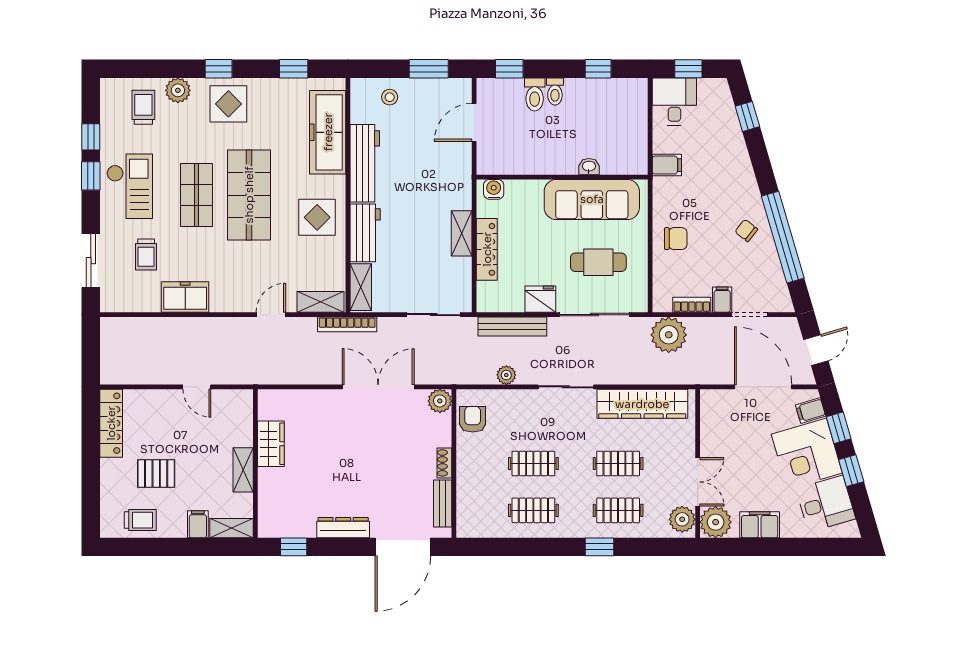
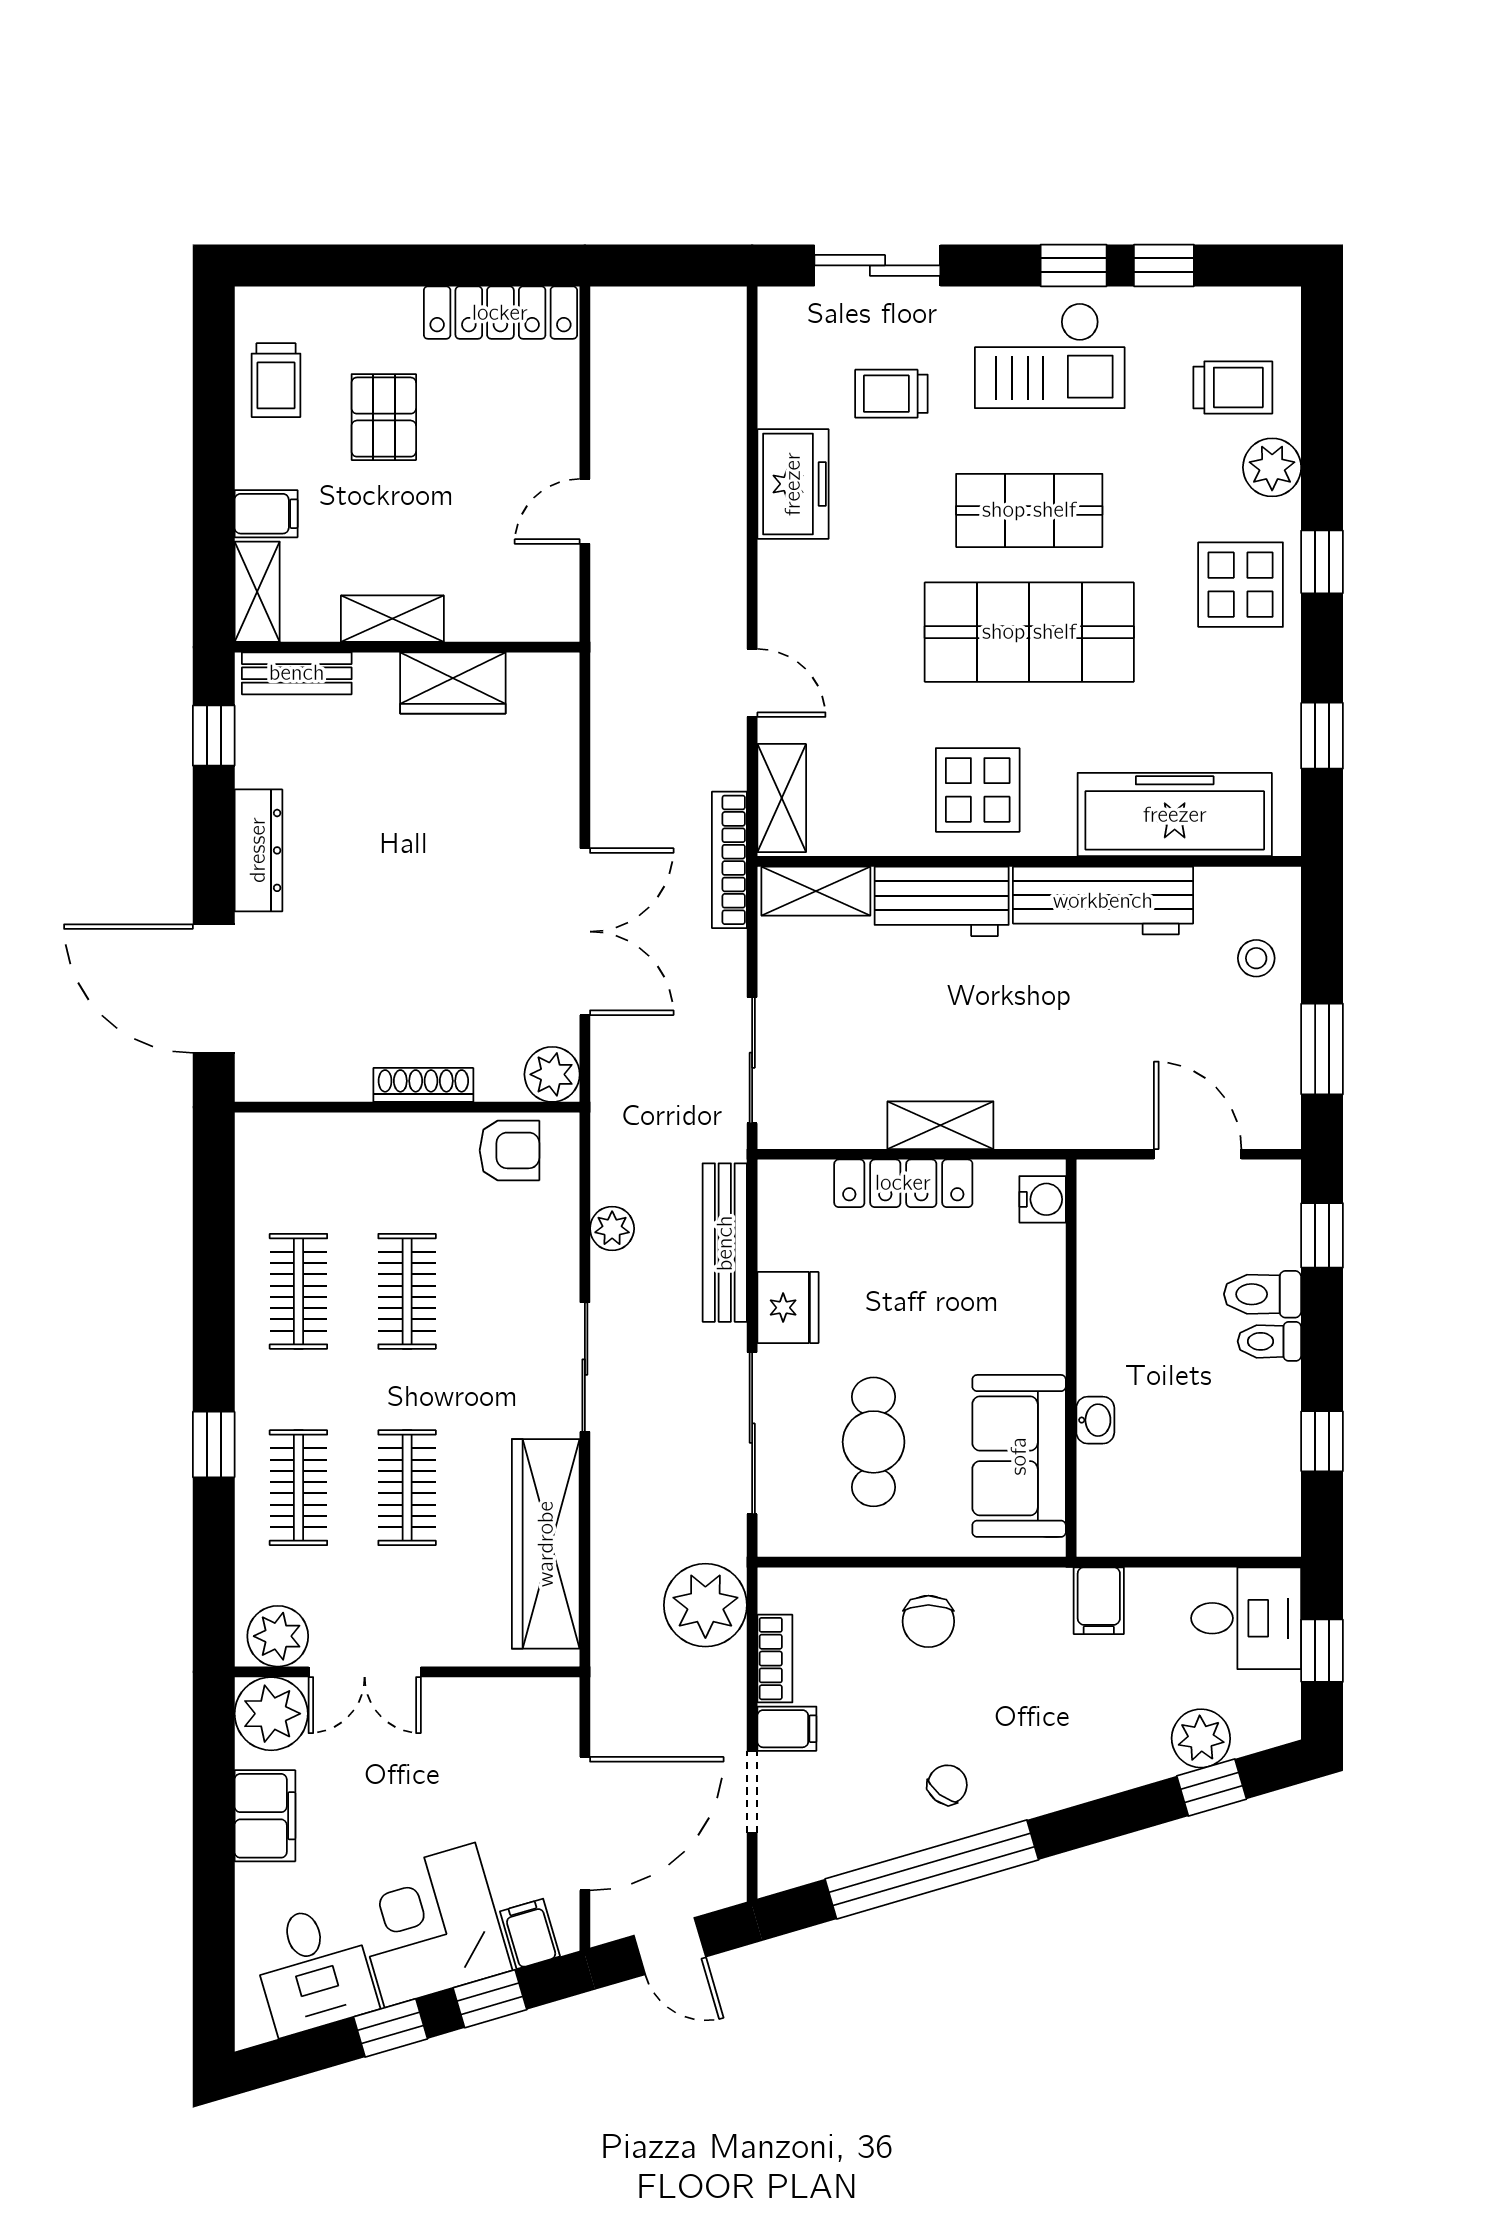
plant: (726, 121) -> (1201, 1738), added
sofa: (592, 199) -> (1019, 1456), width x0.73
shoe rack: (444, 463) -> (423, 1085), width x1.43
bench: (443, 504) -> (297, 673), moved

